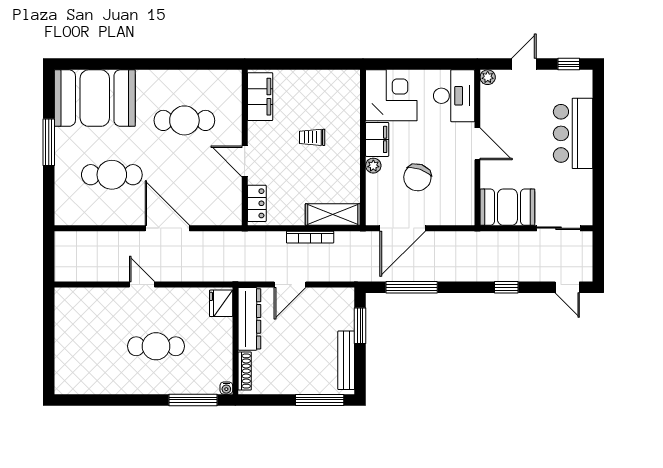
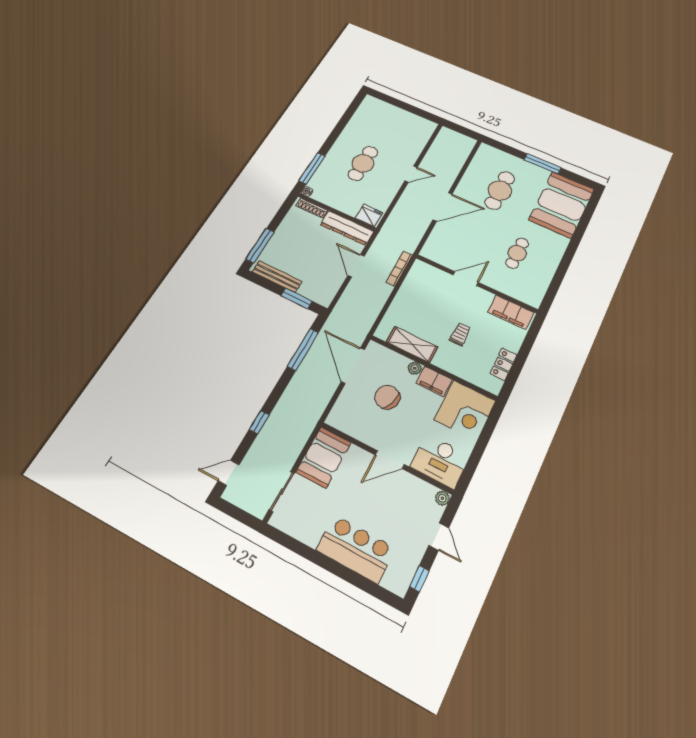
cafe table: (184, 120) -> (517, 253), width x0.73, depth x0.74
locker: (257, 203) -> (504, 364), moved, turned 90
shelving: (333, 214) -> (412, 344), moved, turned 90
bookcase: (310, 237) -> (399, 269), moved

